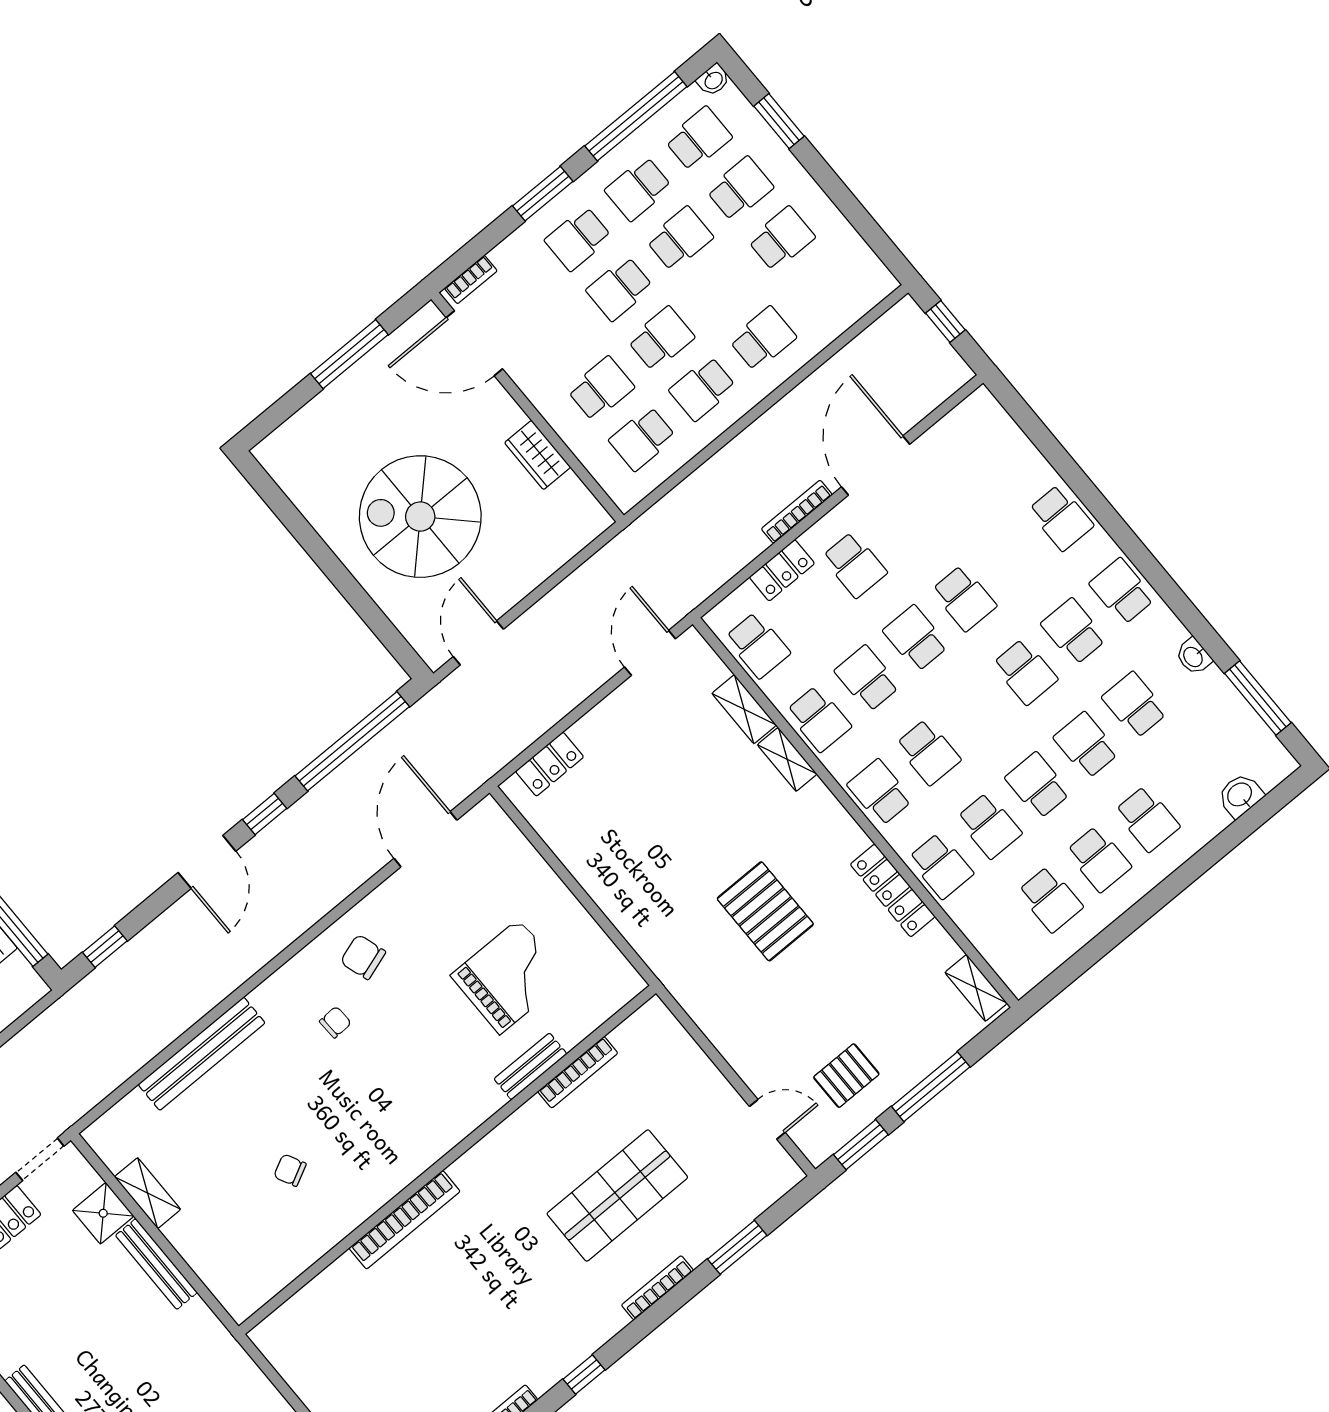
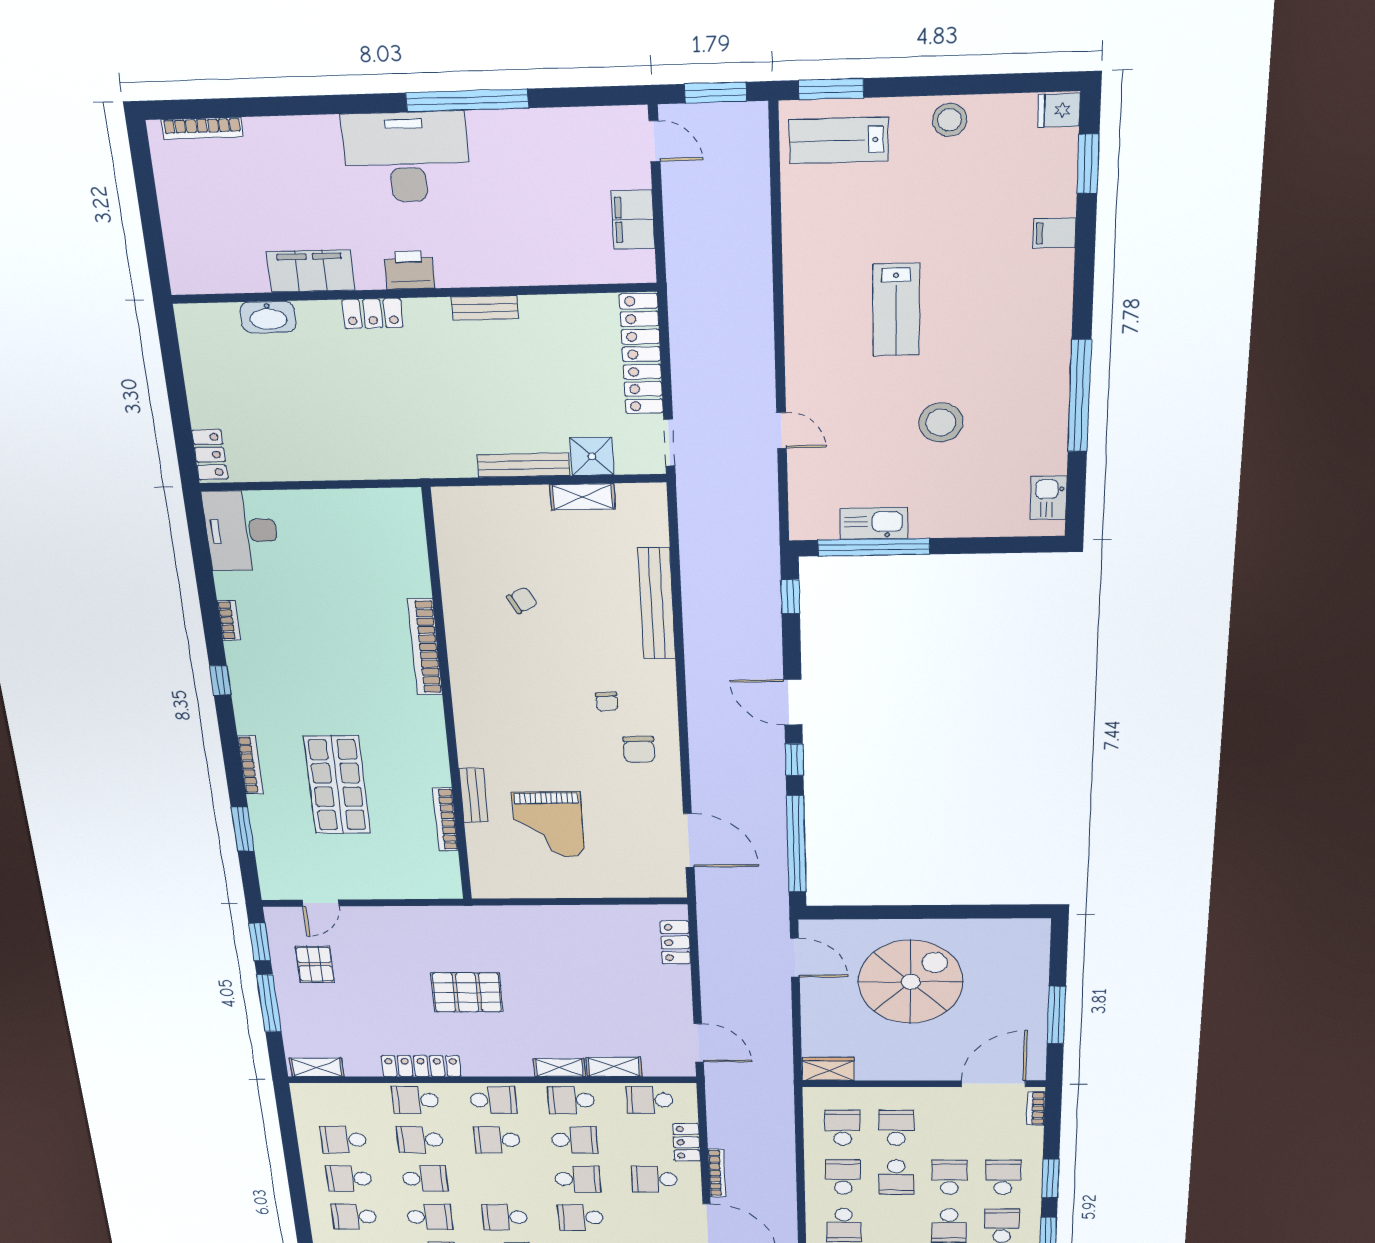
school desk: (601, 389) -> (896, 1128), turned 180
wardrobe: (538, 455) -> (828, 1069), moved
chair: (363, 957) -> (639, 749), turned 108

